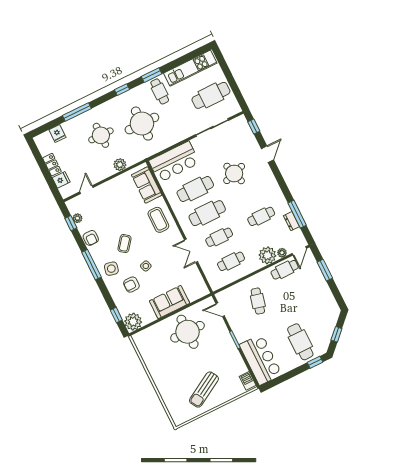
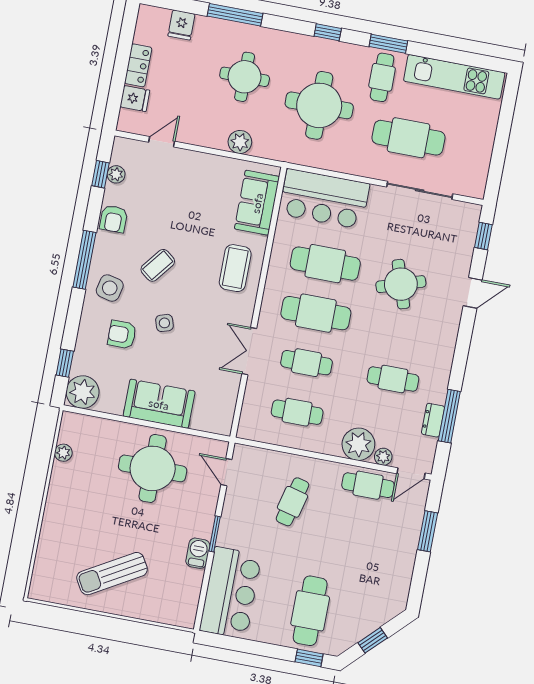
cafe table: (211, 95) -> (408, 138), moved
plant: (144, 354) -> (63, 453), added
barbecue: (248, 381) -> (198, 553), moved

